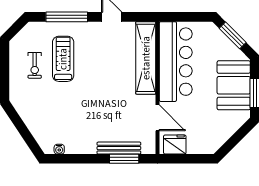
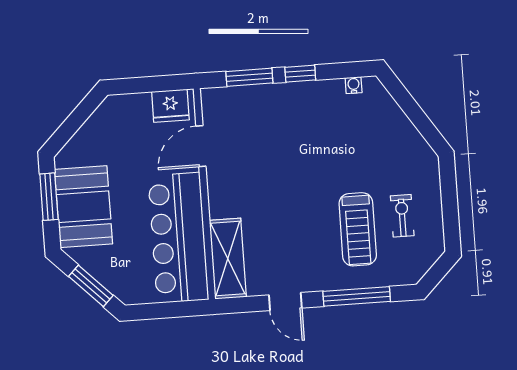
shelving: (146, 58) -> (228, 259), width x0.68
door: (158, 118) -> (201, 146), hinge flipped
bench: (119, 148) -> (259, 94), removed
window: (92, 159) -> (300, 74), added

